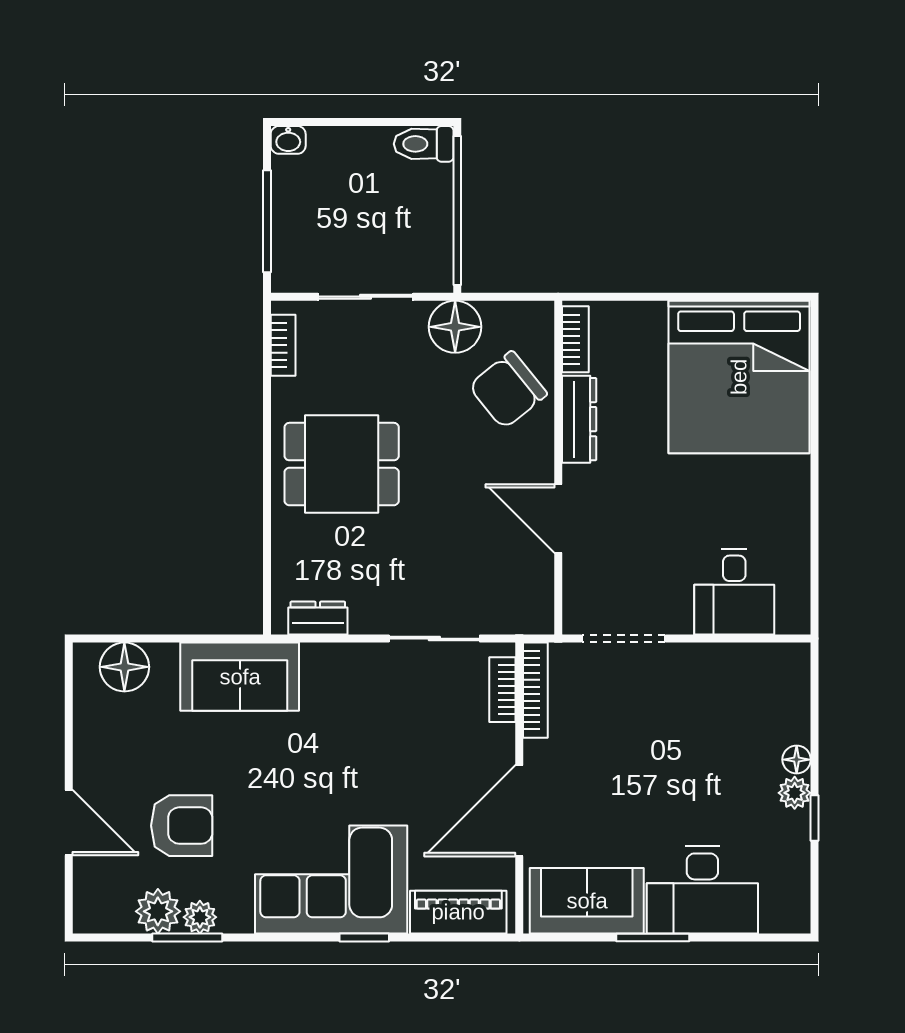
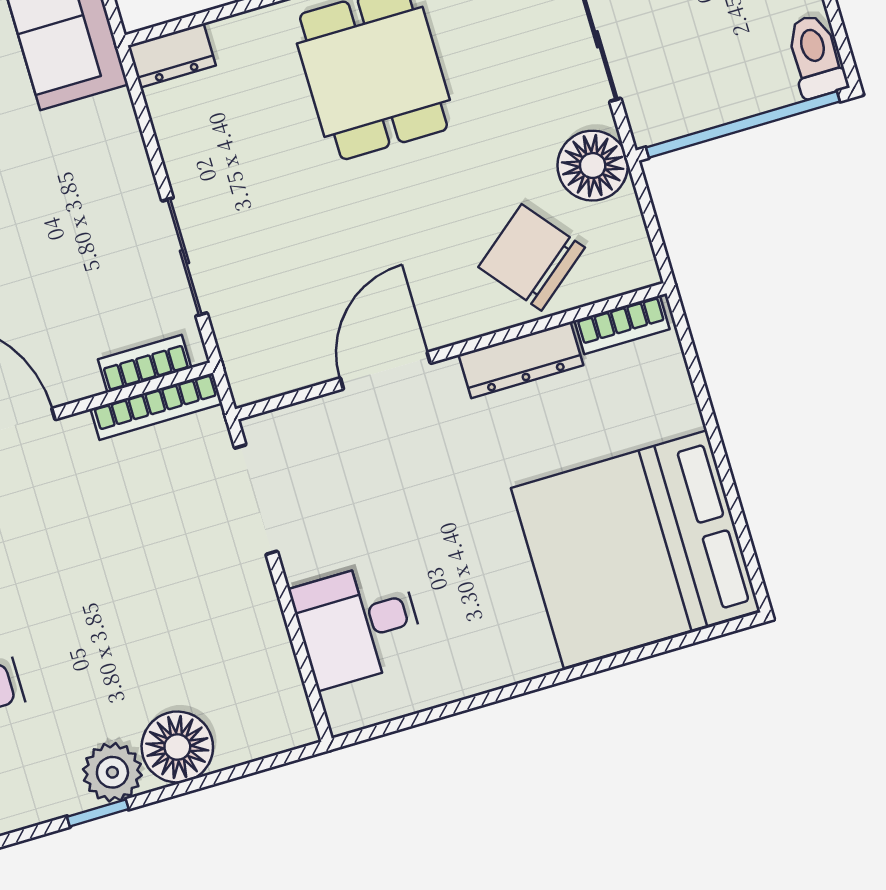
dresser: (318, 618) -> (172, 56), moved, turned 90
floor lamp: (797, 760) -> (177, 747), width x1.89, depth x1.89
plant: (795, 793) -> (112, 772), width x1.38, depth x1.38

